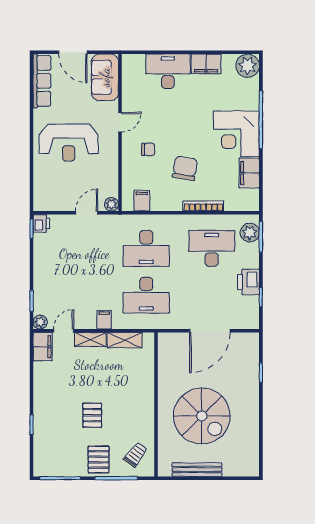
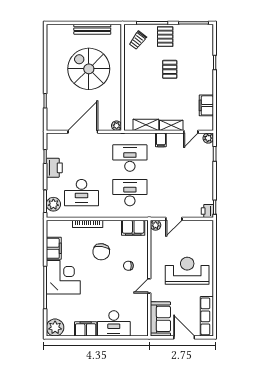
filing cabinet: (142, 201) -> (133, 228), width x2.00
plant: (164, 339) -> (117, 126), added
filing cabinet: (43, 347) -> (206, 105), moved

